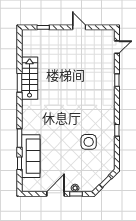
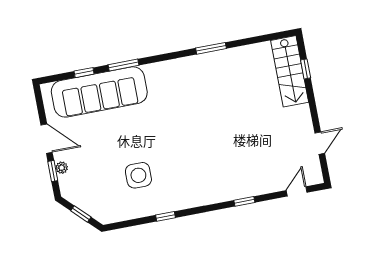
door: (79, 27) -> (320, 143), moved
door: (117, 47) -> (297, 191), swing flipped
stairs: (30, 78) -> (290, 71), moved, turned 90
sofa: (31, 156) -> (99, 92), width x1.36, depth x1.27

